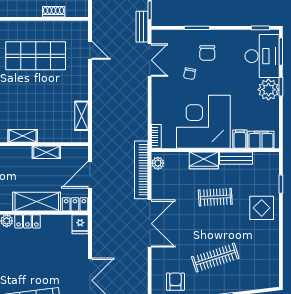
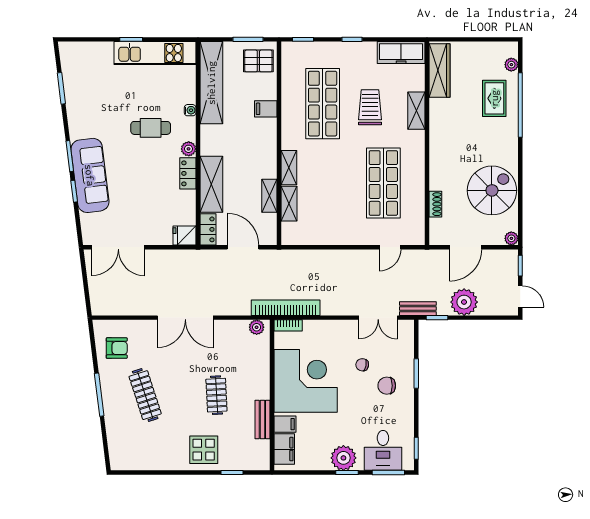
desk: (262, 56) -> (383, 450), width x0.73
shelving: (82, 116) -> (289, 204), moved, turned 90
wardrobe: (204, 160) -> (260, 382), removed
bookcase: (141, 170) -> (286, 308), moved

